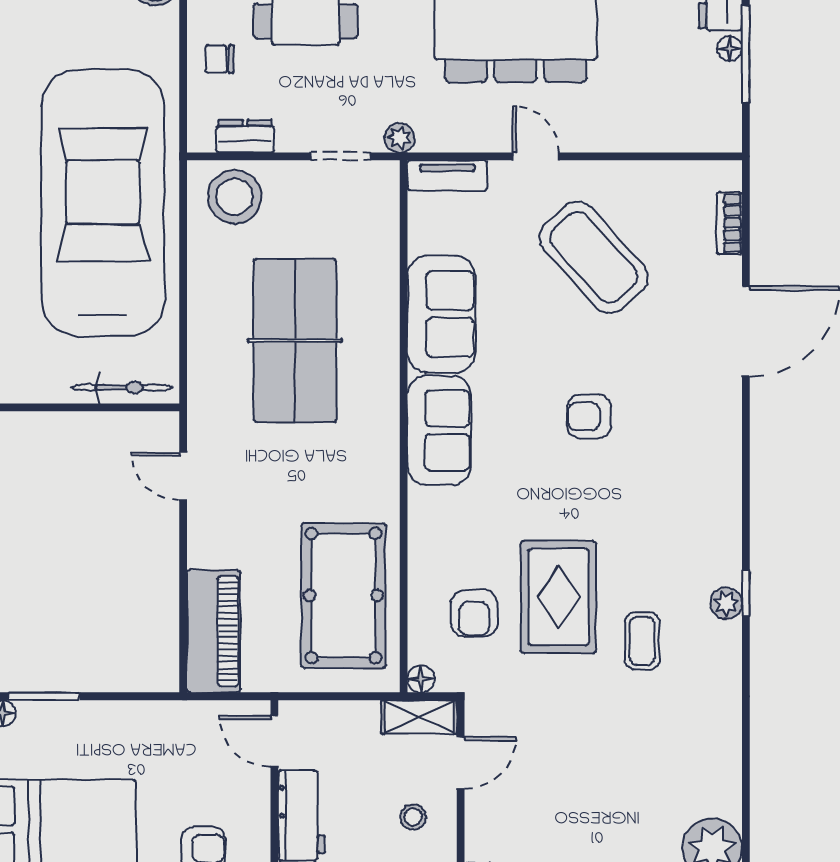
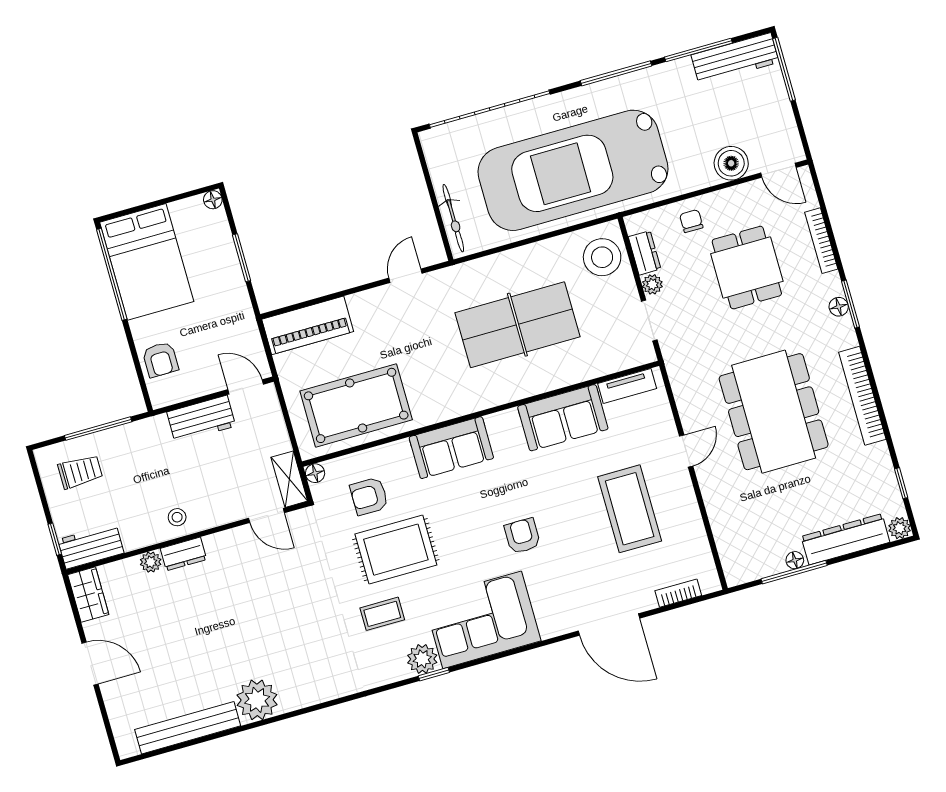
plant: (399, 138) -> (652, 284), moved
tv unit: (447, 175) -> (627, 386), moved, turned -90
car: (103, 203) -> (573, 170), turned 180
coffee table: (594, 257) -> (630, 509), turned -48
sofa: (439, 430) -> (451, 448), moved
corner sofa: (690, 505) -> (482, 620), added
plant: (726, 603) -> (422, 659), width x1.38, depth x1.38
window: (44, 696) -> (242, 258), moved
door: (274, 741) -> (246, 387), hinge flipped
stool: (413, 817) -> (221, 494), removed

